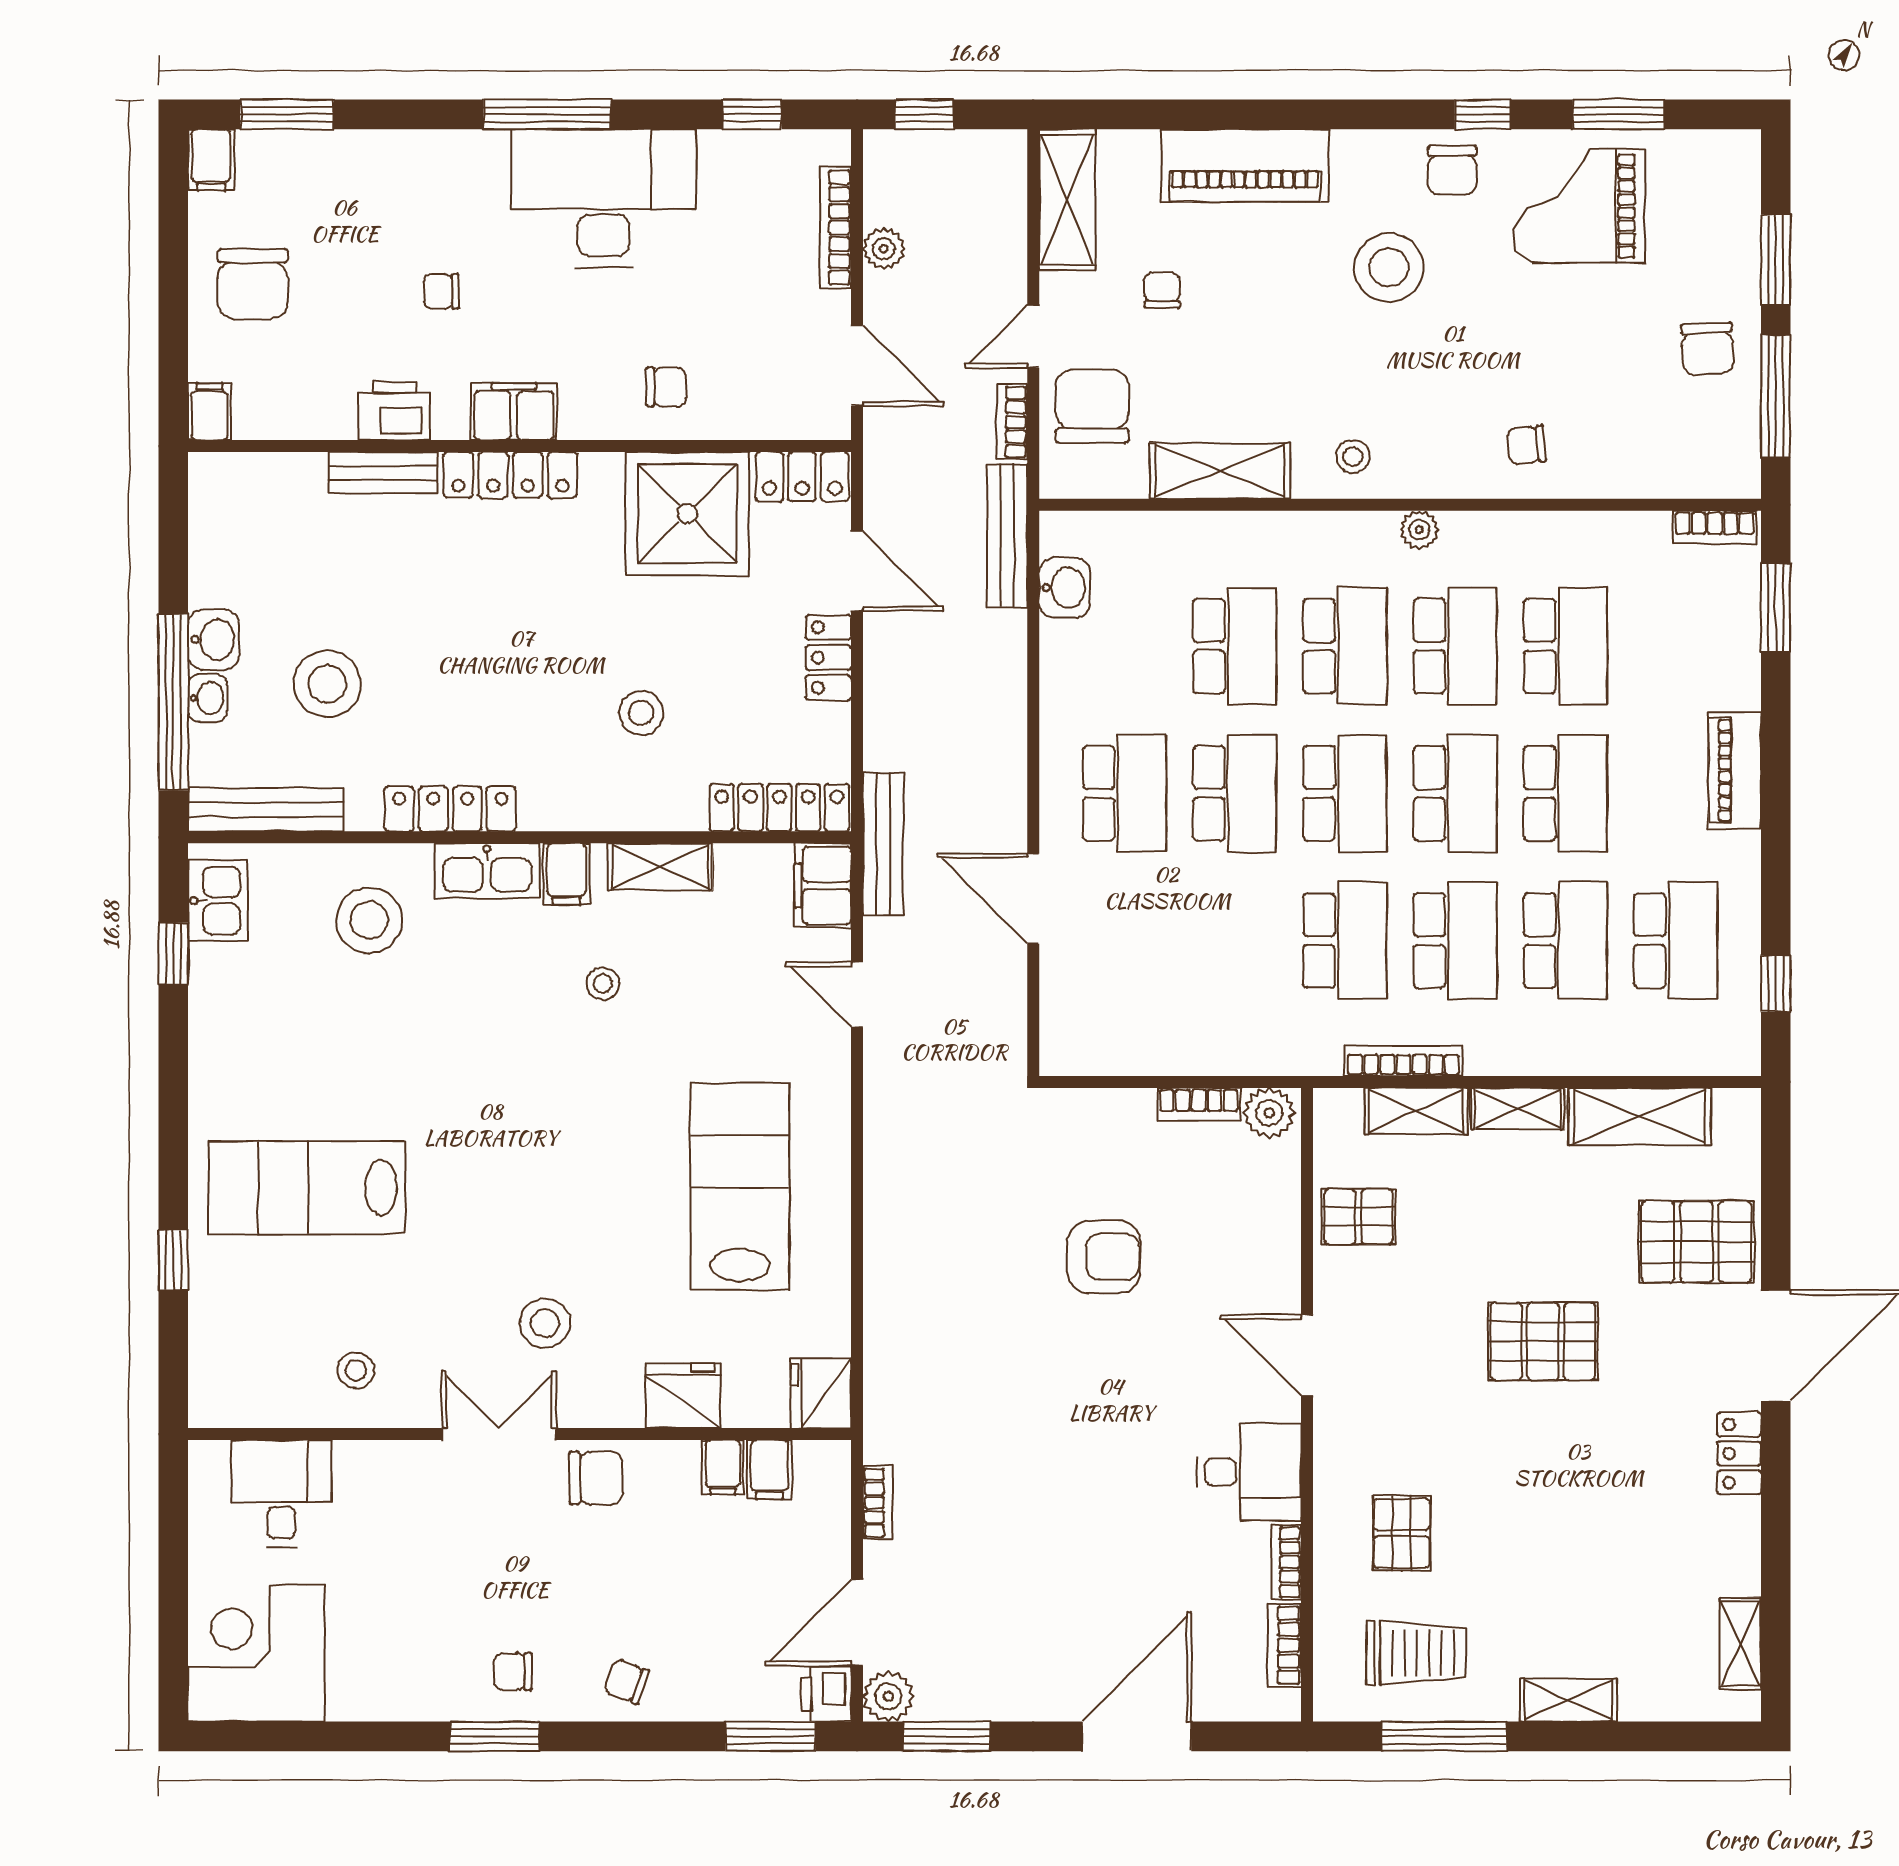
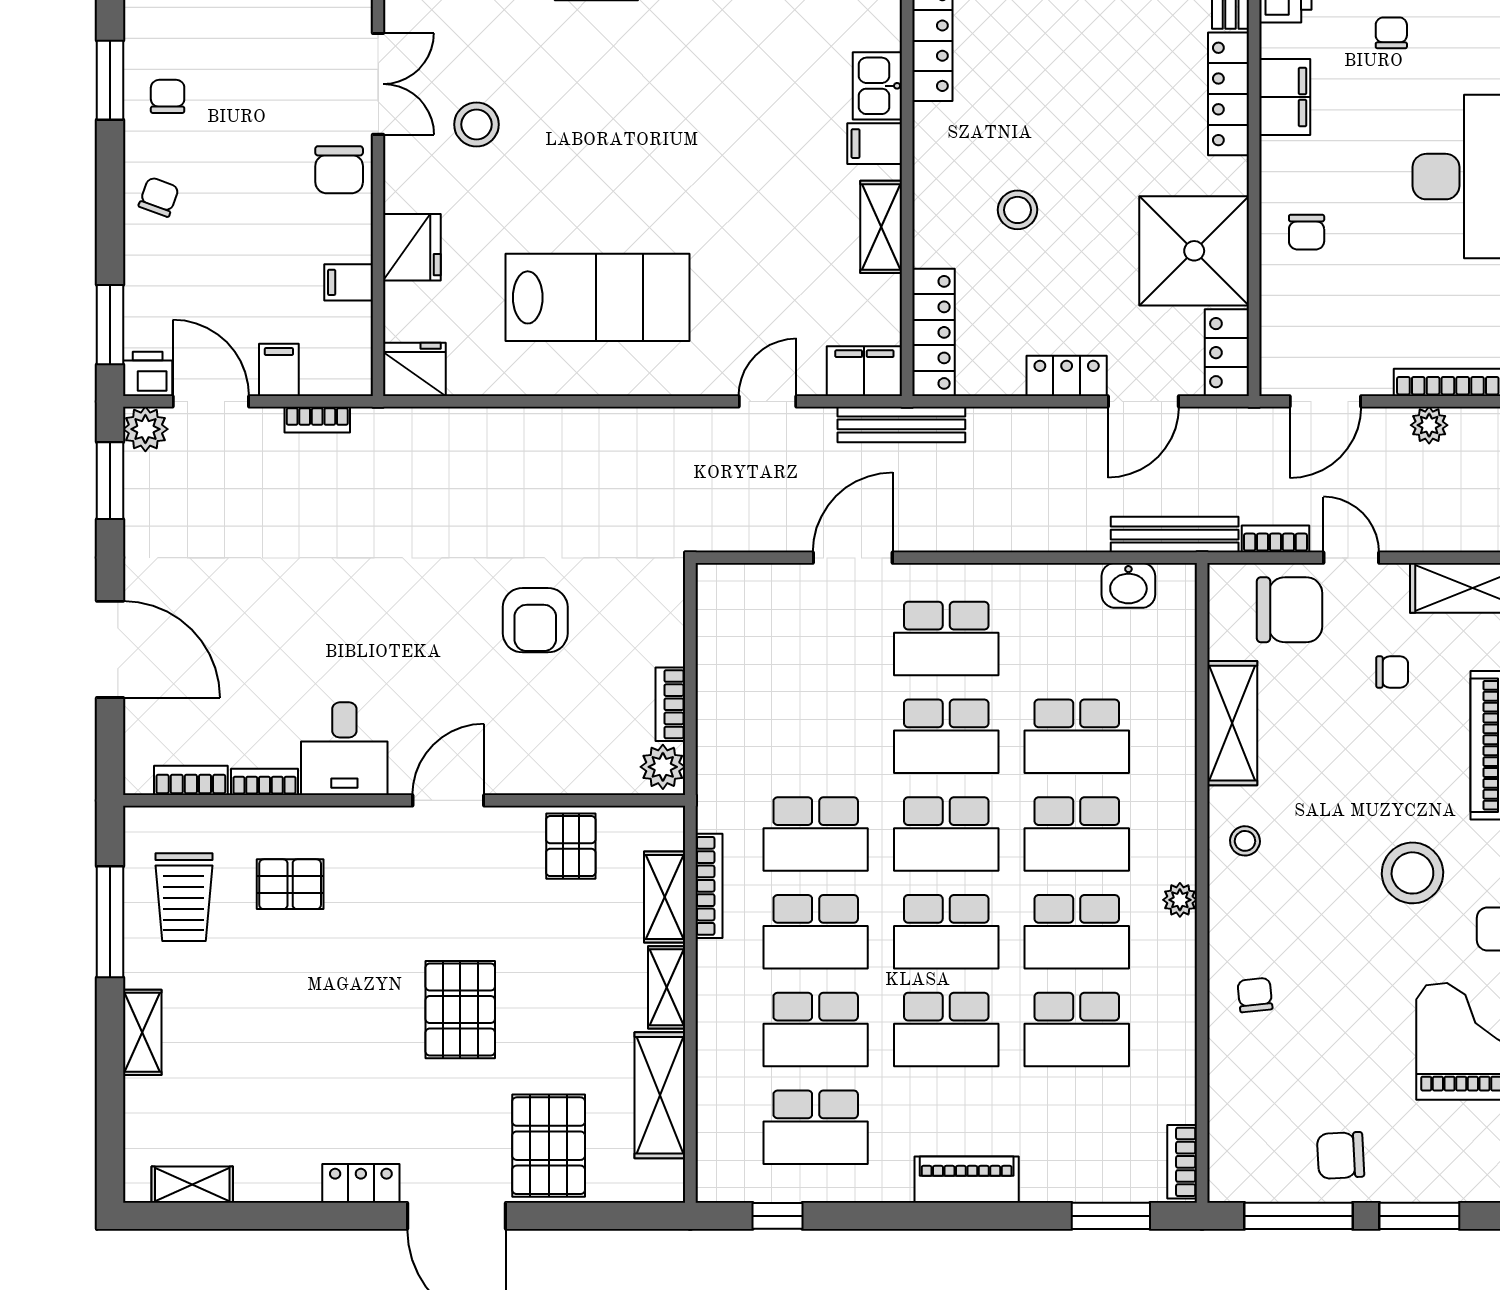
kitchen sink: (487, 871) -> (877, 86), width x0.73
stool: (603, 984) -> (778, 176), removed
filing cabinet: (769, 1470) -> (279, 370), moved, turned 90

